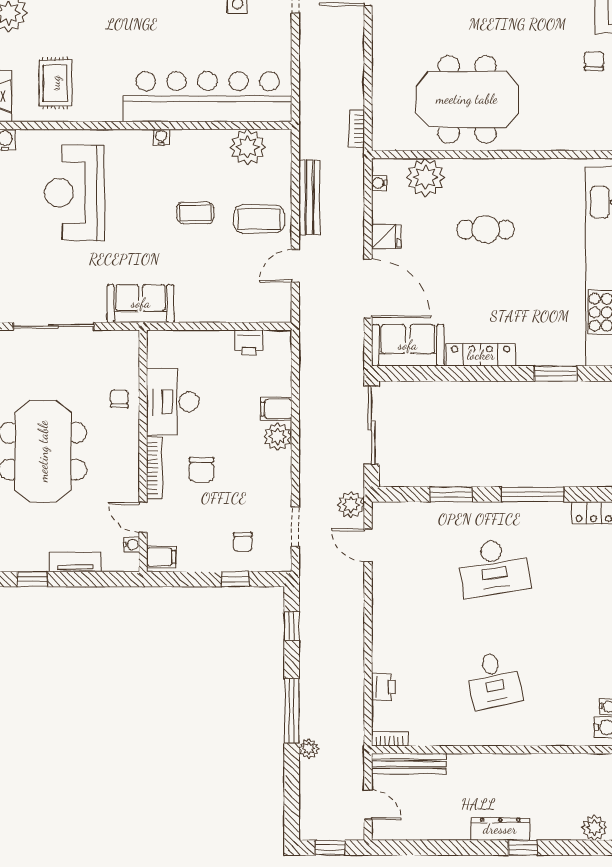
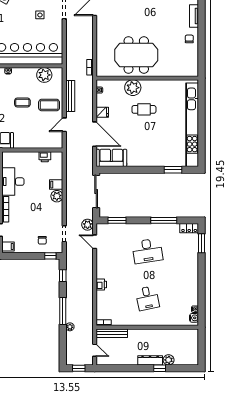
plant: (425, 177) -> (133, 88), moved
locker: (481, 355) -> (142, 162), removed
chair: (202, 470) -> (25, 210), removed
window: (451, 494) -> (117, 220), moved
window: (235, 579) -> (50, 256), moved
printer: (384, 687) -> (101, 284), moved
plant: (594, 828) -> (169, 360), moved

